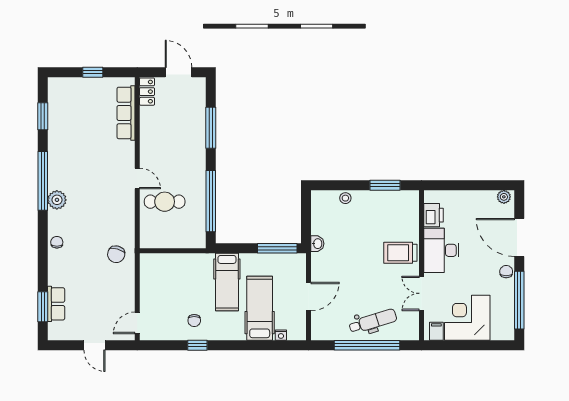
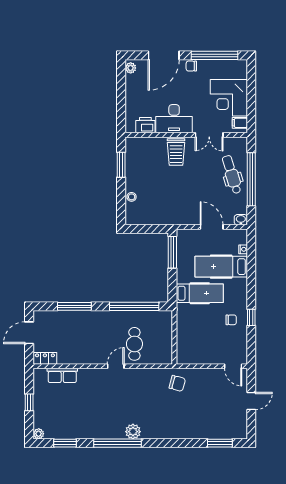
plant: (54, 84) -> (39, 434), added
row of seats: (126, 113) -> (62, 375), width x0.68
chair: (57, 242) -> (167, 432), removed
washbasin: (317, 244) -> (241, 220), moved
row of seats: (56, 304) -> (218, 432), removed

